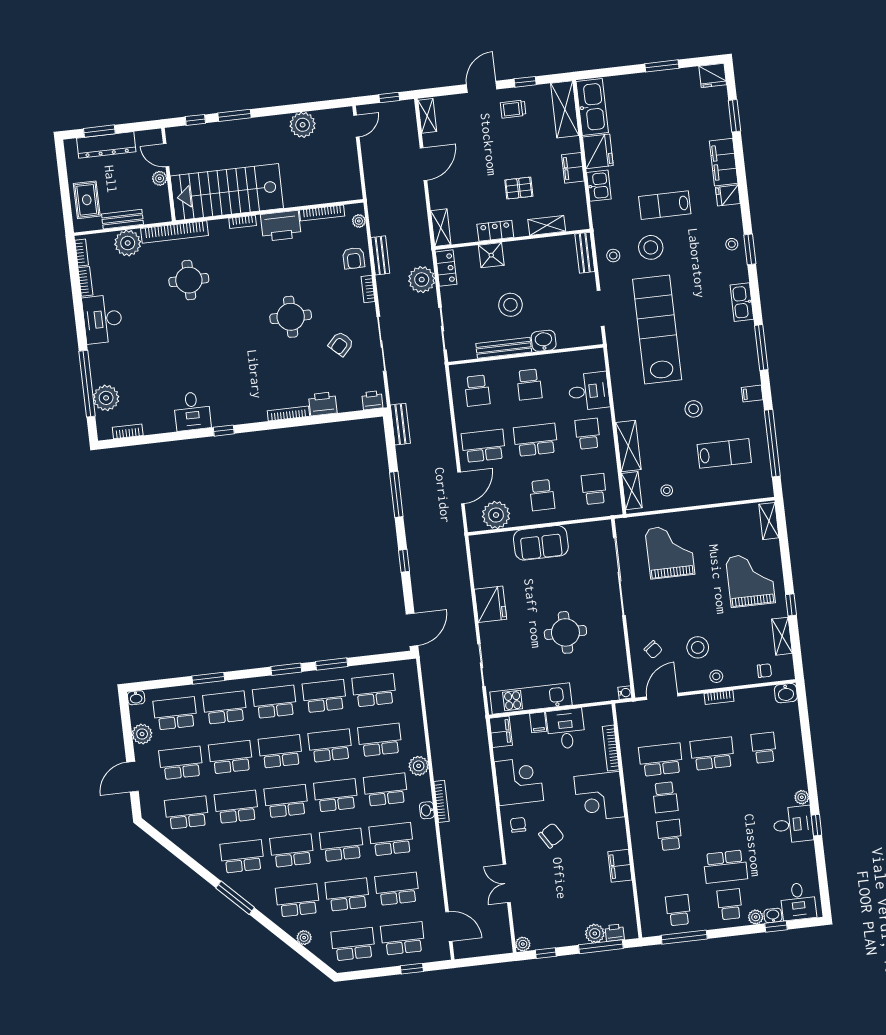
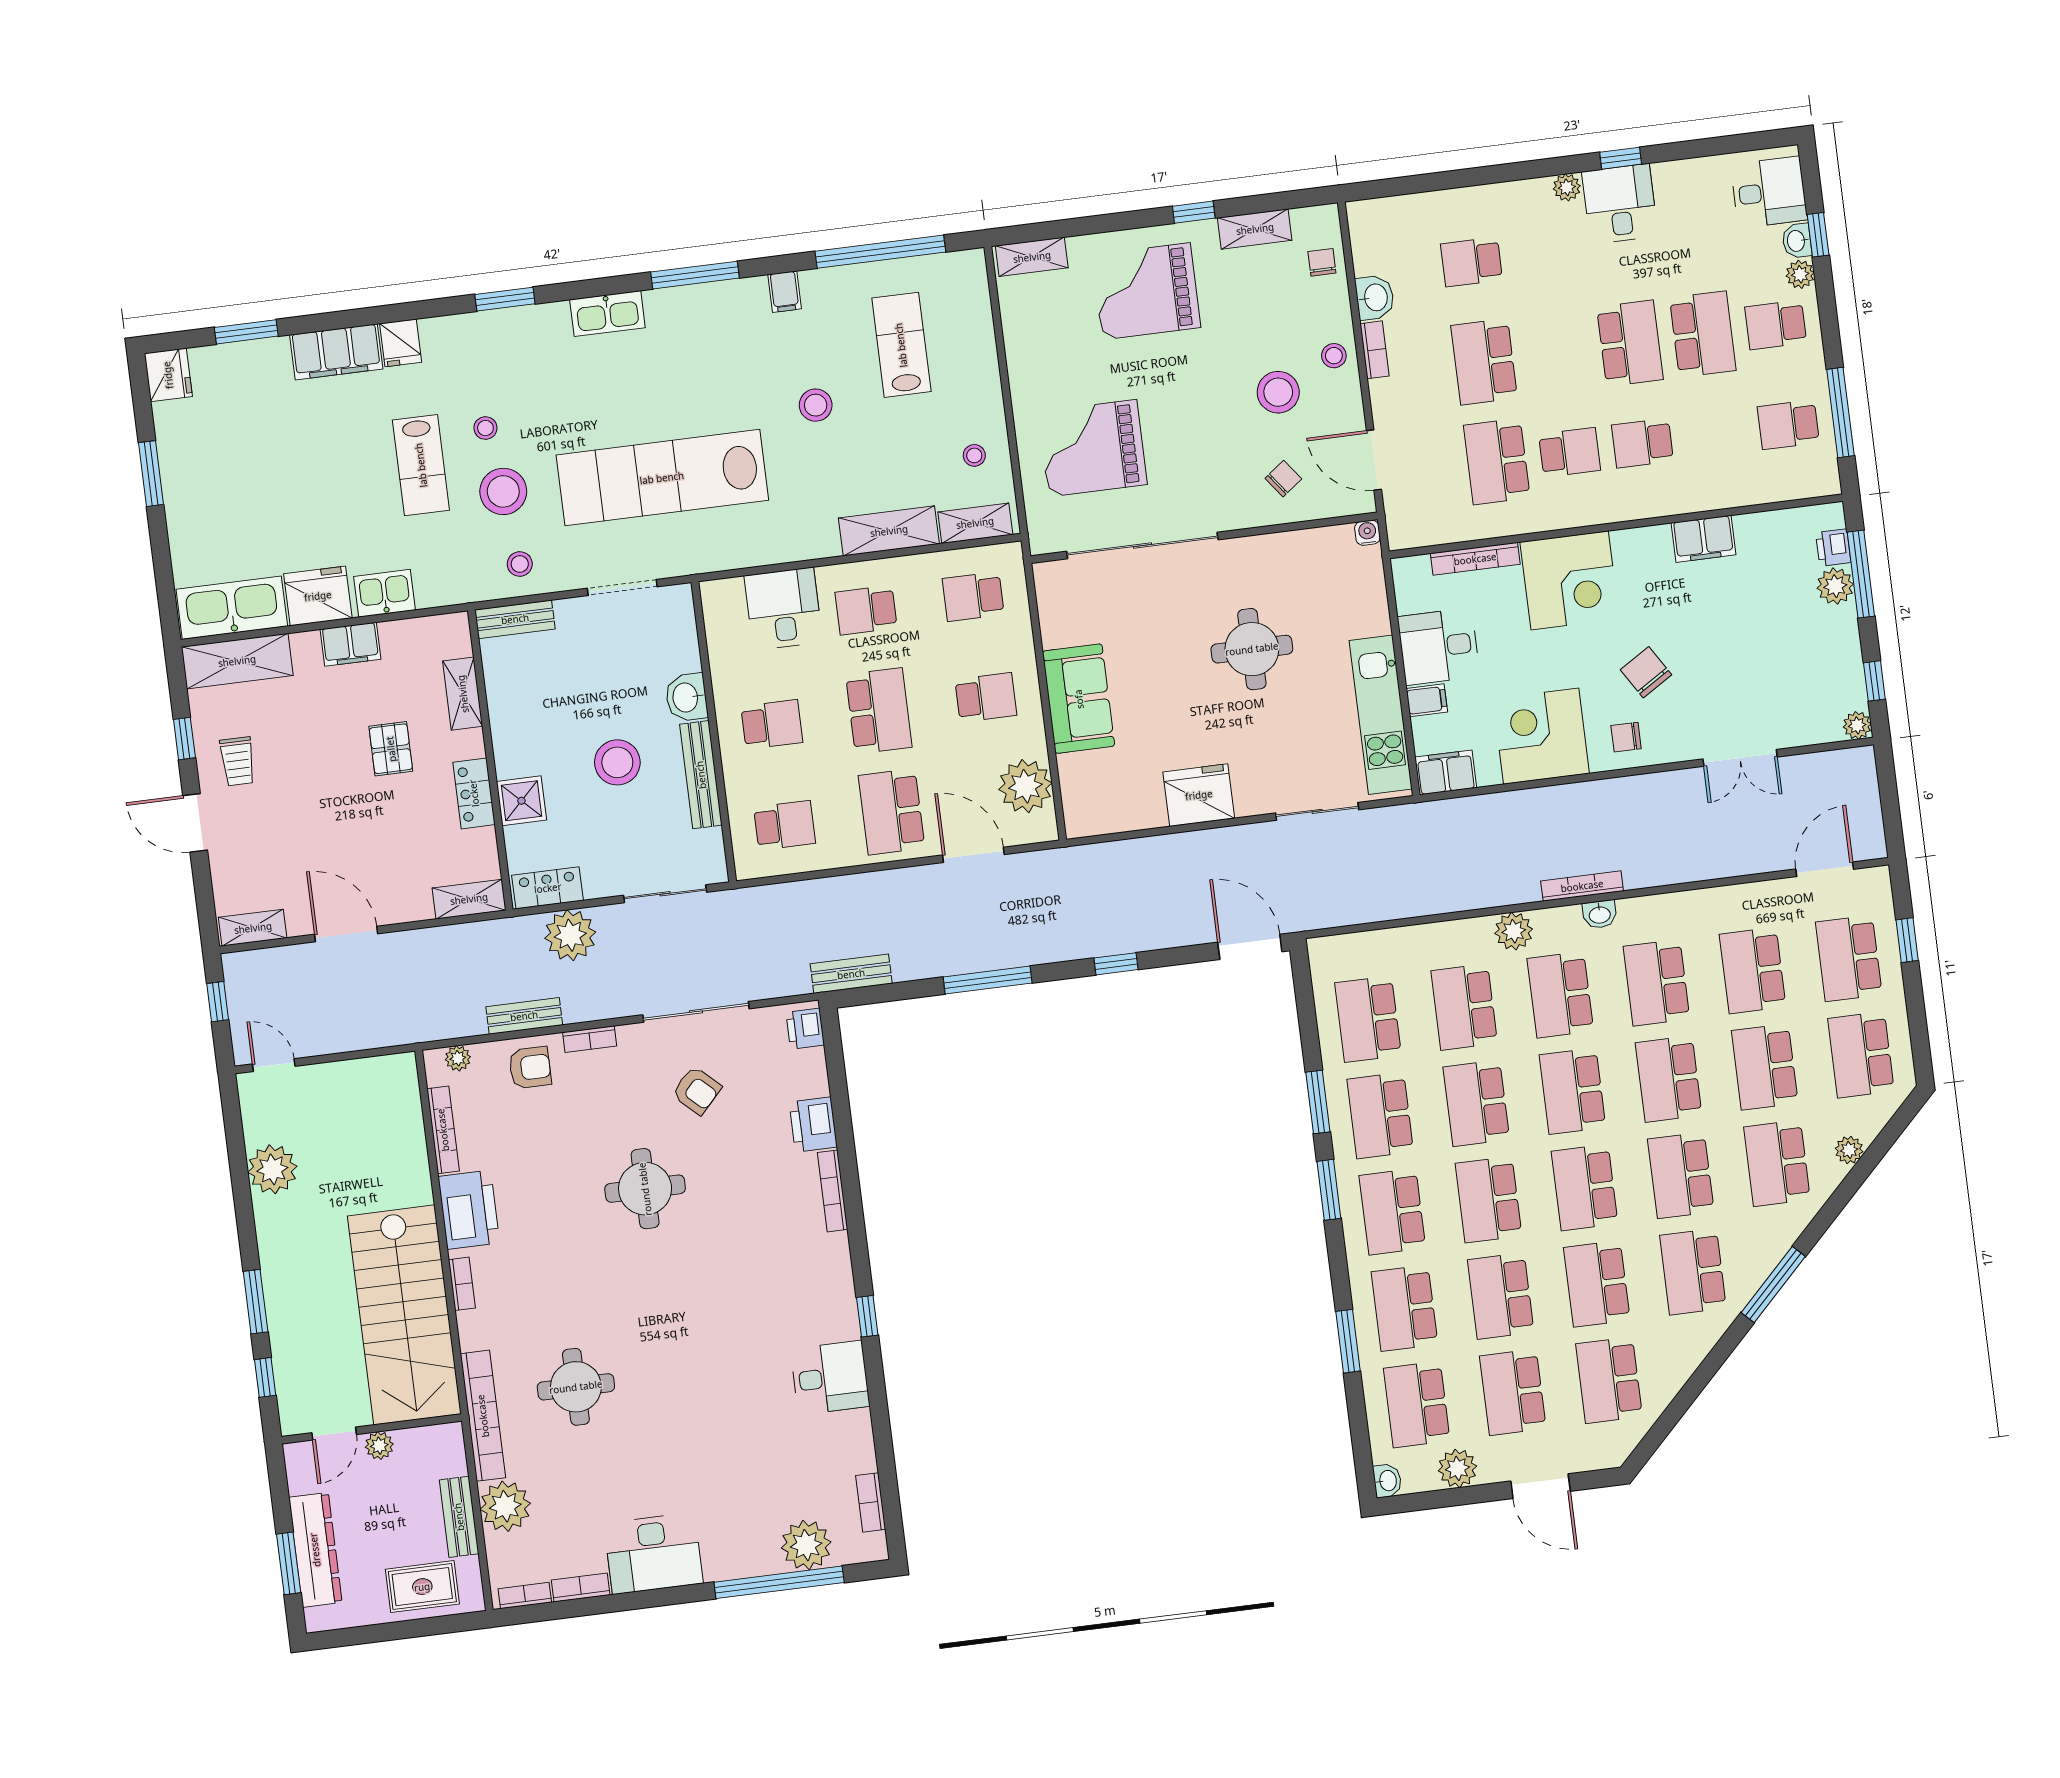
stool: (732, 244) -> (485, 428), moved
school desk: (536, 440) -> (879, 711), turned 180
washbasin: (786, 693) -> (1375, 298), moved
school desk: (721, 829) -> (1630, 343), added

